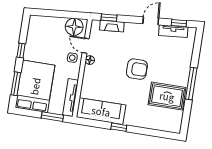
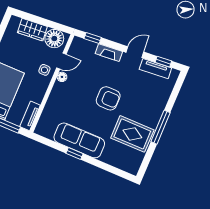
wardrobe: (52, 24) -> (32, 30), added
fireplace: (112, 26) -> (109, 53), moved
door: (86, 46) -> (61, 61), swing flipped
tv unit: (71, 98) -> (30, 116), width x0.71
sofa: (101, 111) -> (79, 140), moved

